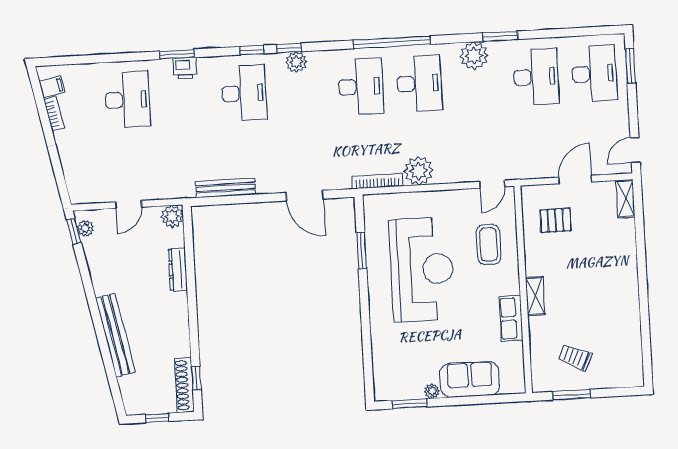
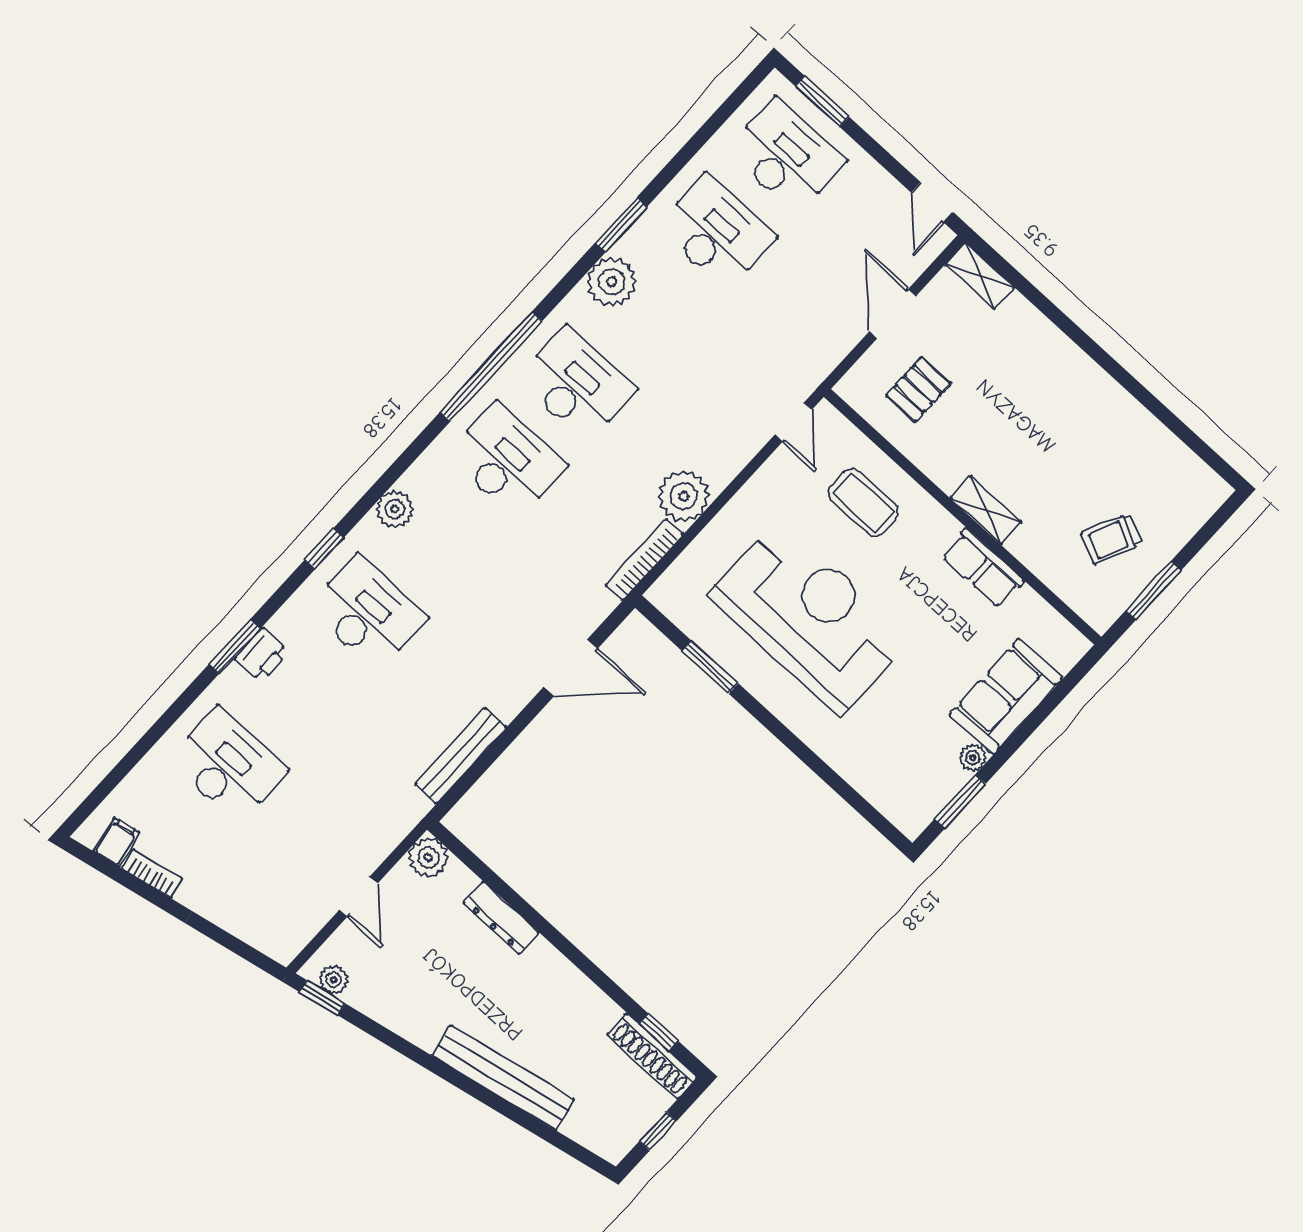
window: (289, 48) -> (368, 500), removed

